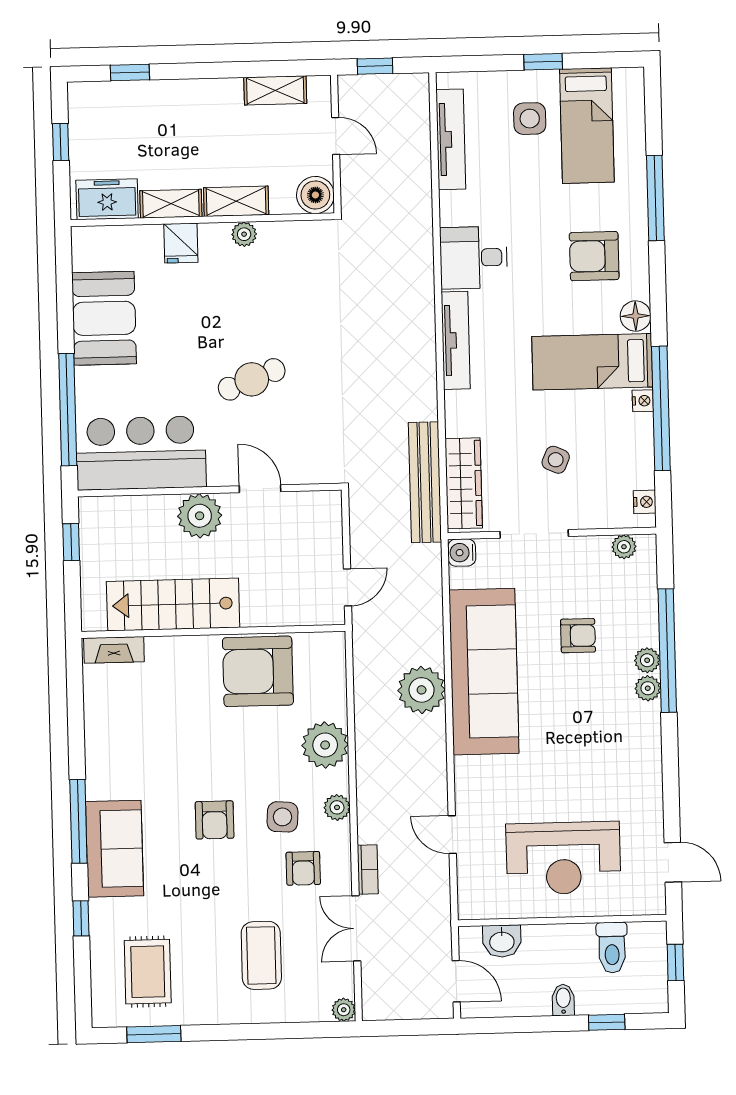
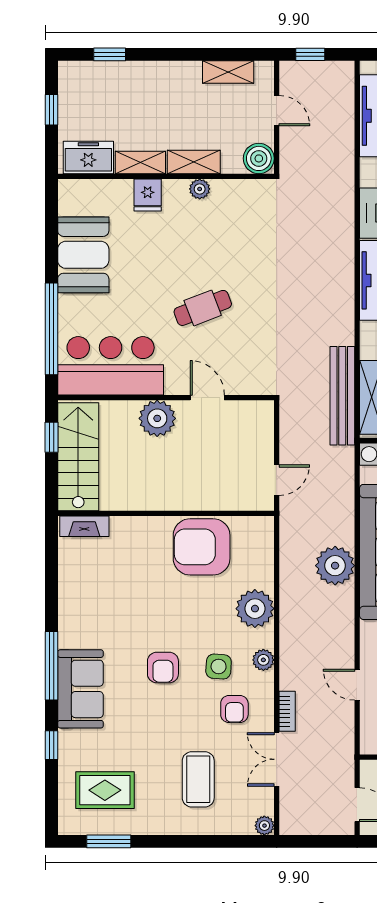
stairs: (173, 604) -> (78, 457), moved, turned 90
rug: (148, 972) -> (105, 790), turned 90

